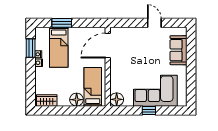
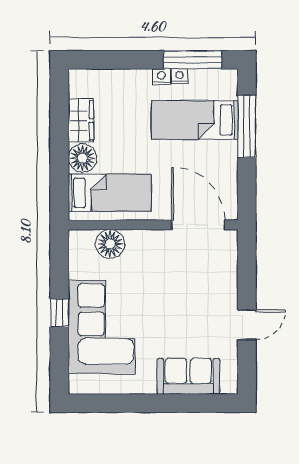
window: (62, 23) -> (247, 126), width x1.44
window: (31, 48) -> (193, 60), width x1.44
floor lamp: (117, 99) -> (110, 244), moved
wardrobe: (47, 100) -> (81, 120), moved

